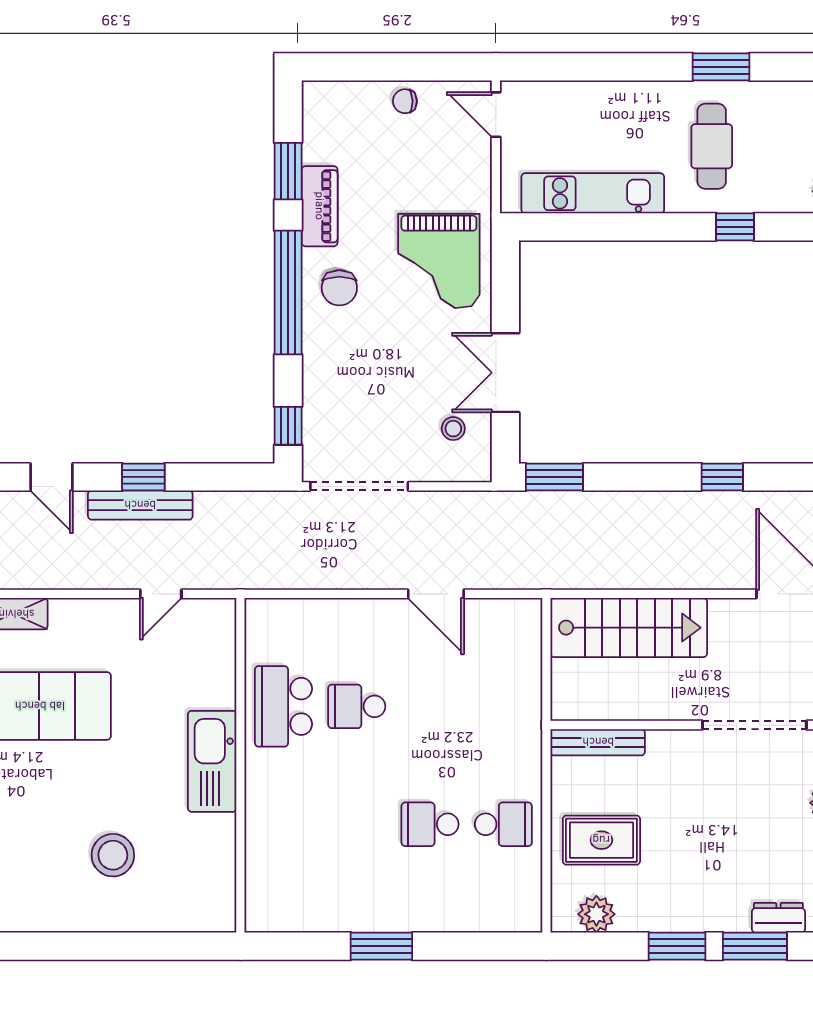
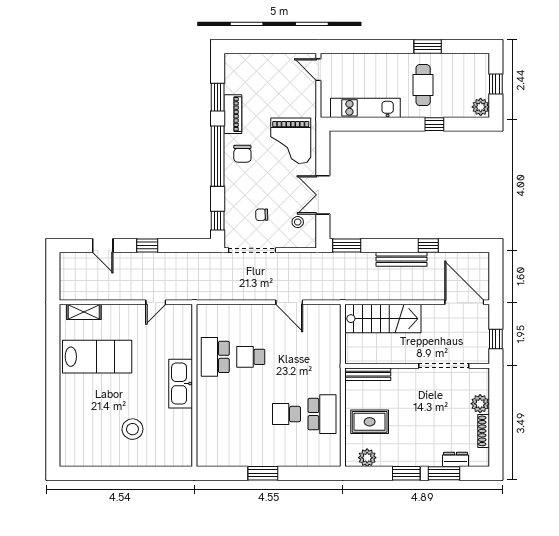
chair: (405, 101) -> (262, 215), moved
bench: (140, 505) -> (402, 259), moved
school desk: (503, 824) -> (322, 414), width x1.85

